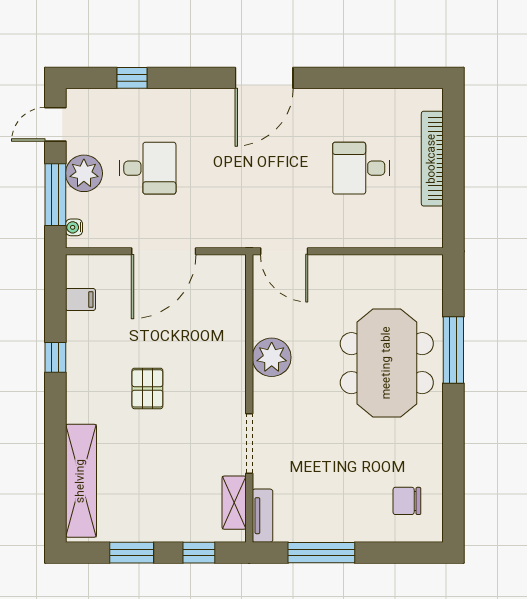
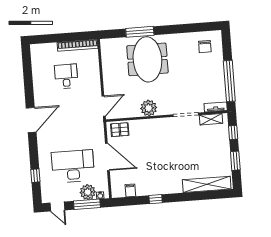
door: (264, 78) -> (31, 120), hinge flipped
bookcase: (432, 159) -> (78, 45), moved
desk: (148, 168) -> (73, 166), width x1.87, depth x1.30
desk: (361, 168) -> (66, 76), turned 180
plant: (84, 173) -> (88, 192), moved
meeting table: (387, 363) -> (147, 59), turned 90
pallet: (147, 388) -> (120, 130), moved
window: (321, 553) -> (229, 81), width x1.46

